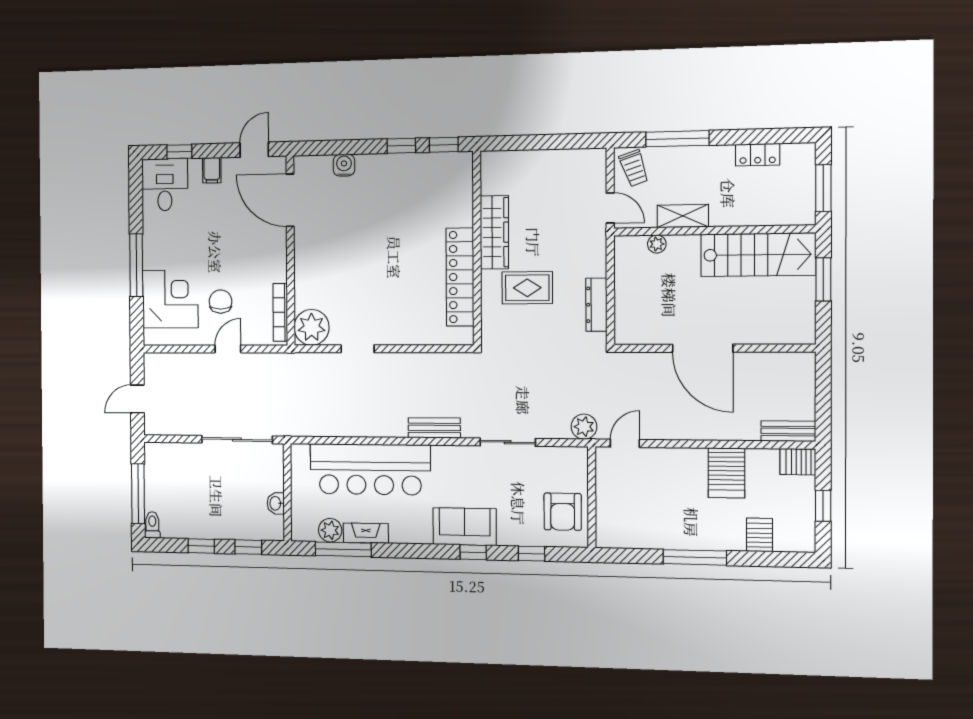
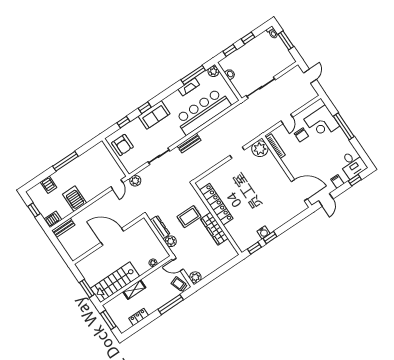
plant: (593, 161) -> (195, 277), added
water cooler: (344, 165) -> (264, 232), moved
shelving: (683, 216) -> (134, 290), moved
plant: (594, 263) -> (171, 241), added
window: (138, 494) -> (286, 40), width x0.69
armchair: (563, 512) -> (122, 145), turned 180
plant: (330, 530) -> (213, 71), moved

